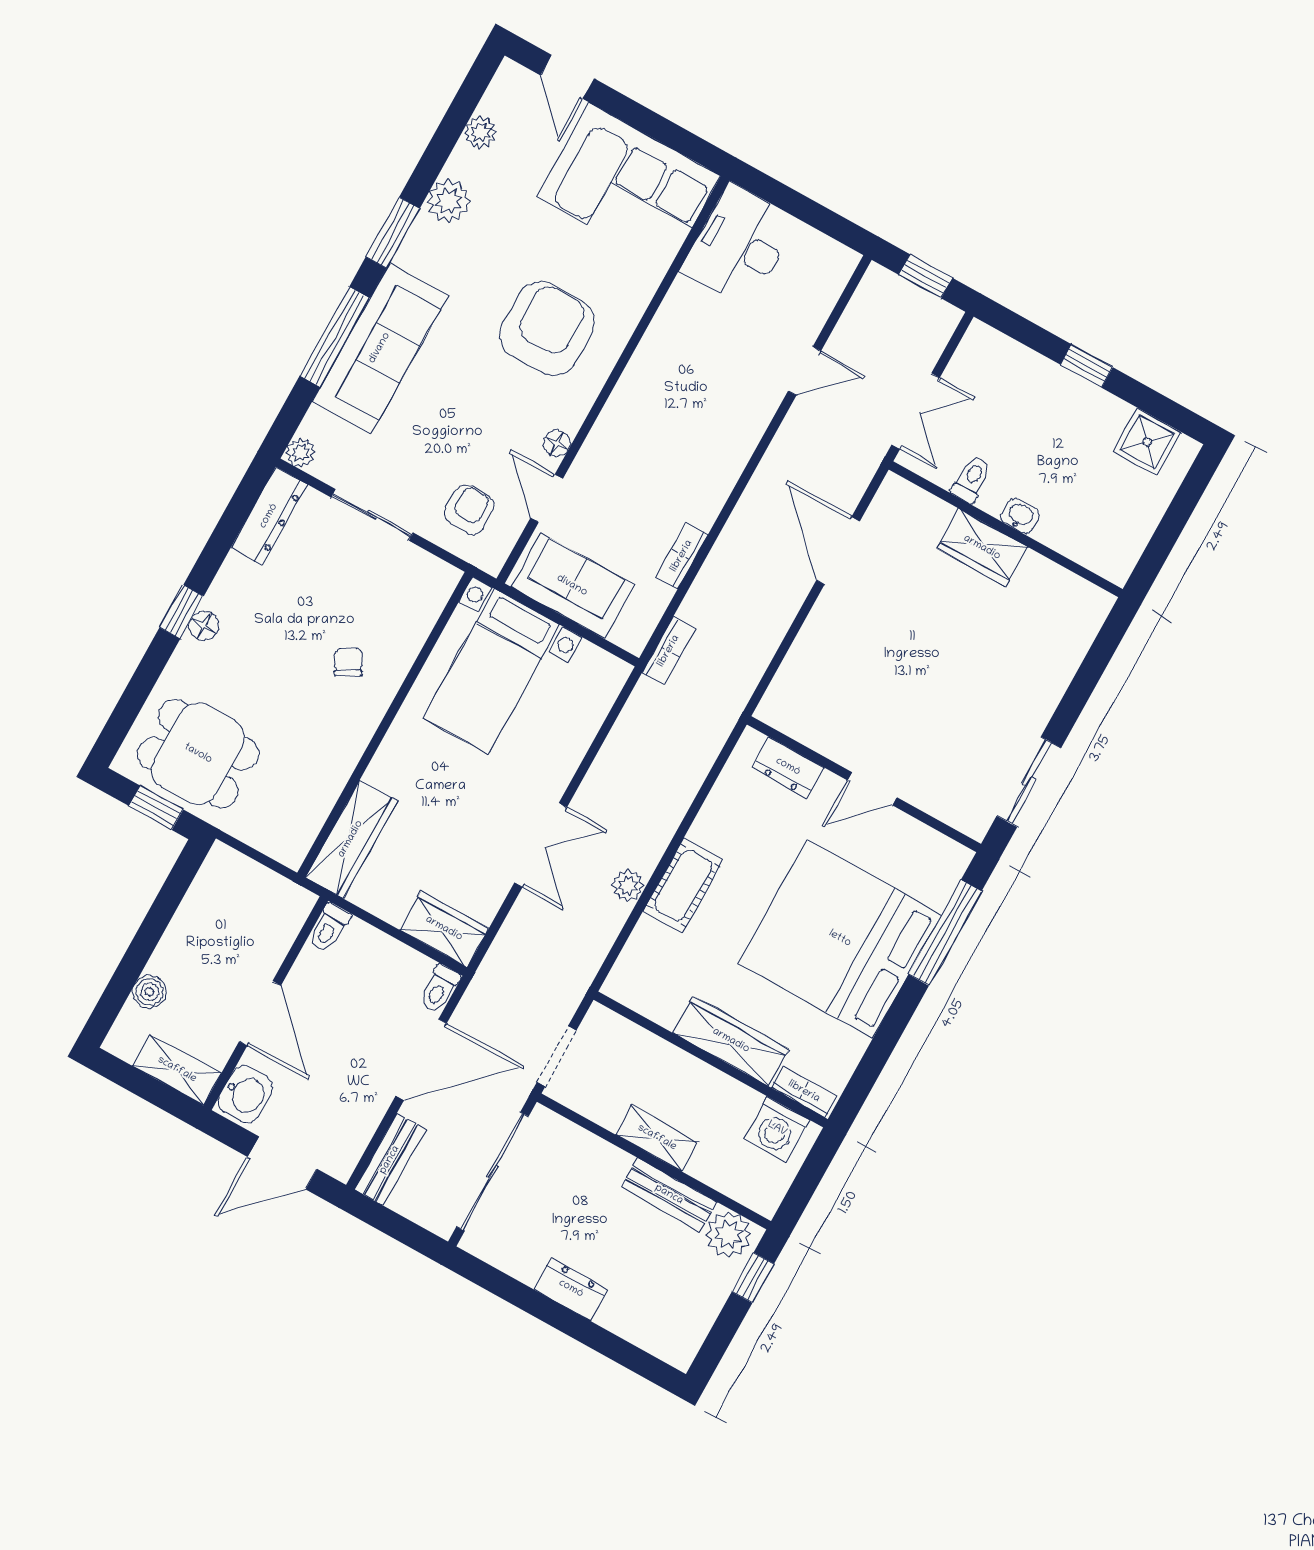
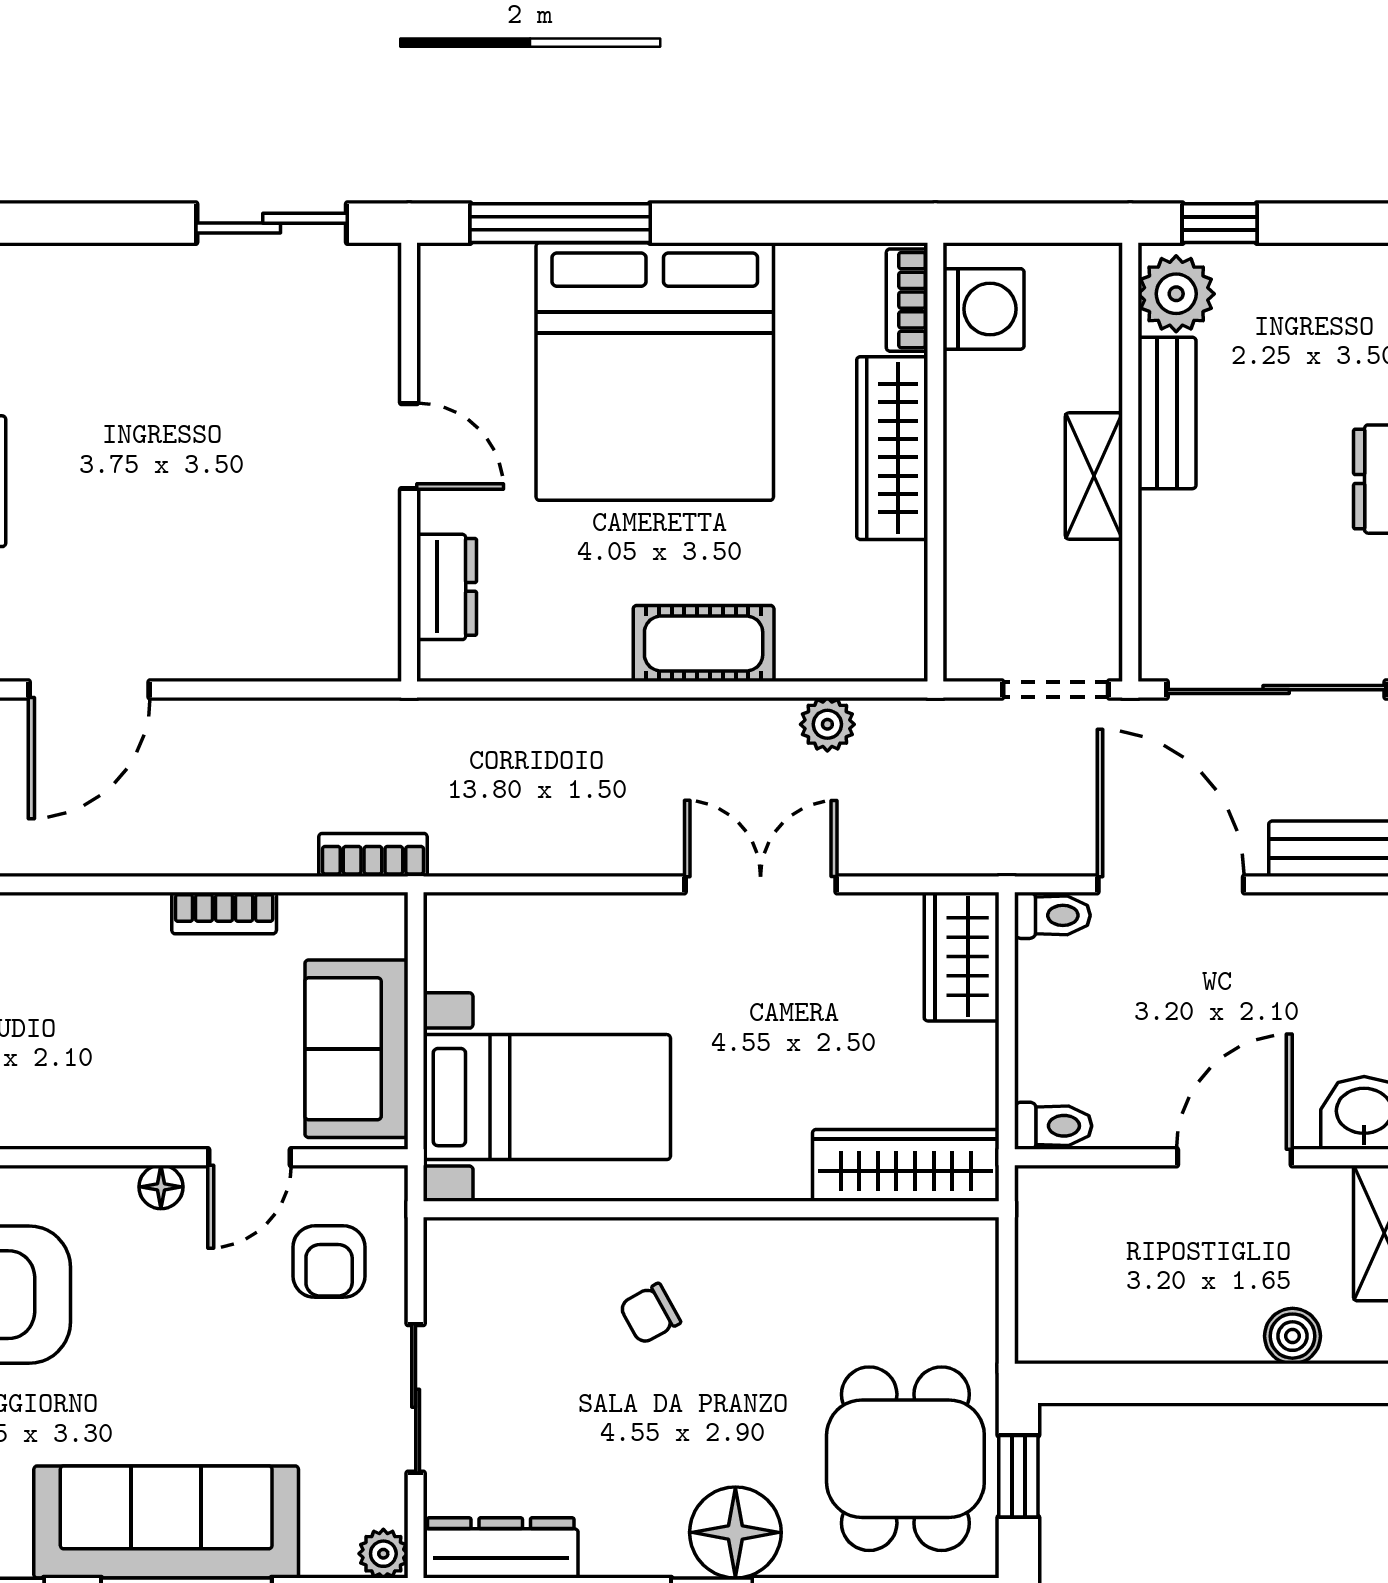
armchair: (469, 509) -> (329, 1262), turned -90
floor lamp: (204, 626) -> (735, 1532), width x1.89, depth x1.89
plant: (628, 886) -> (827, 724), moved

